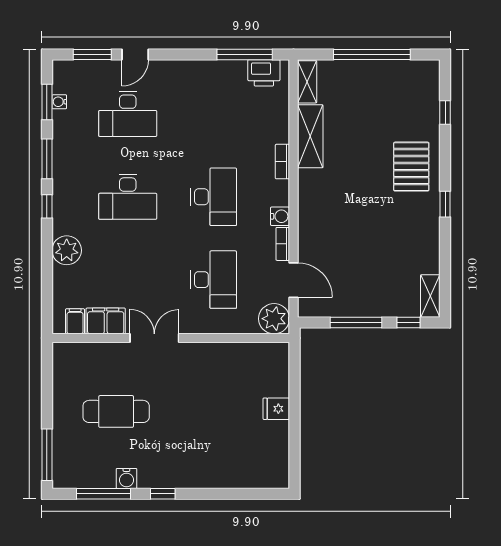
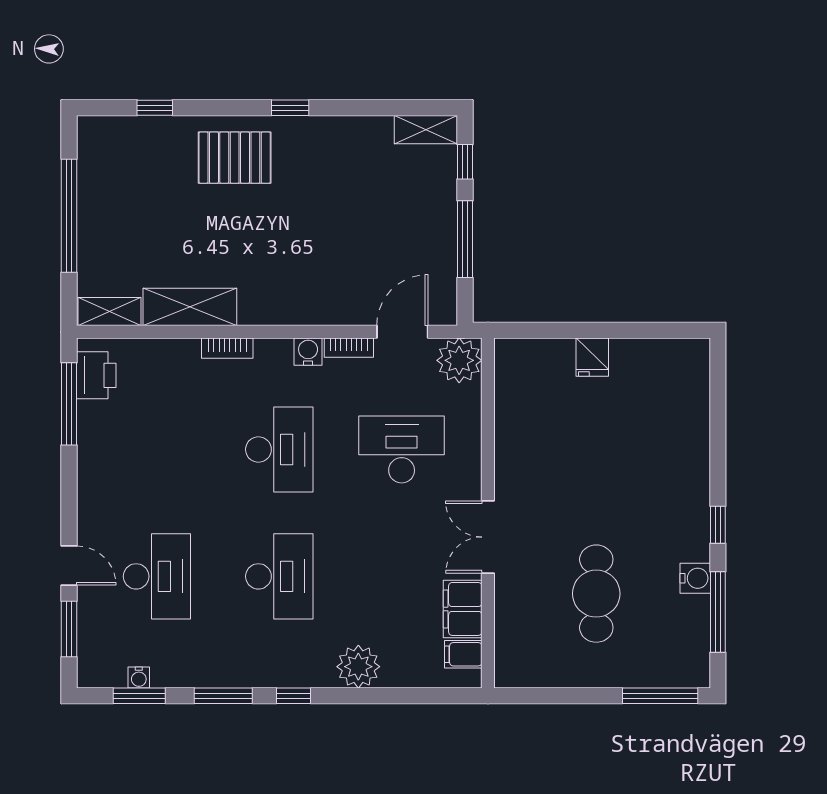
desk: (214, 197) -> (279, 449), turned 90

